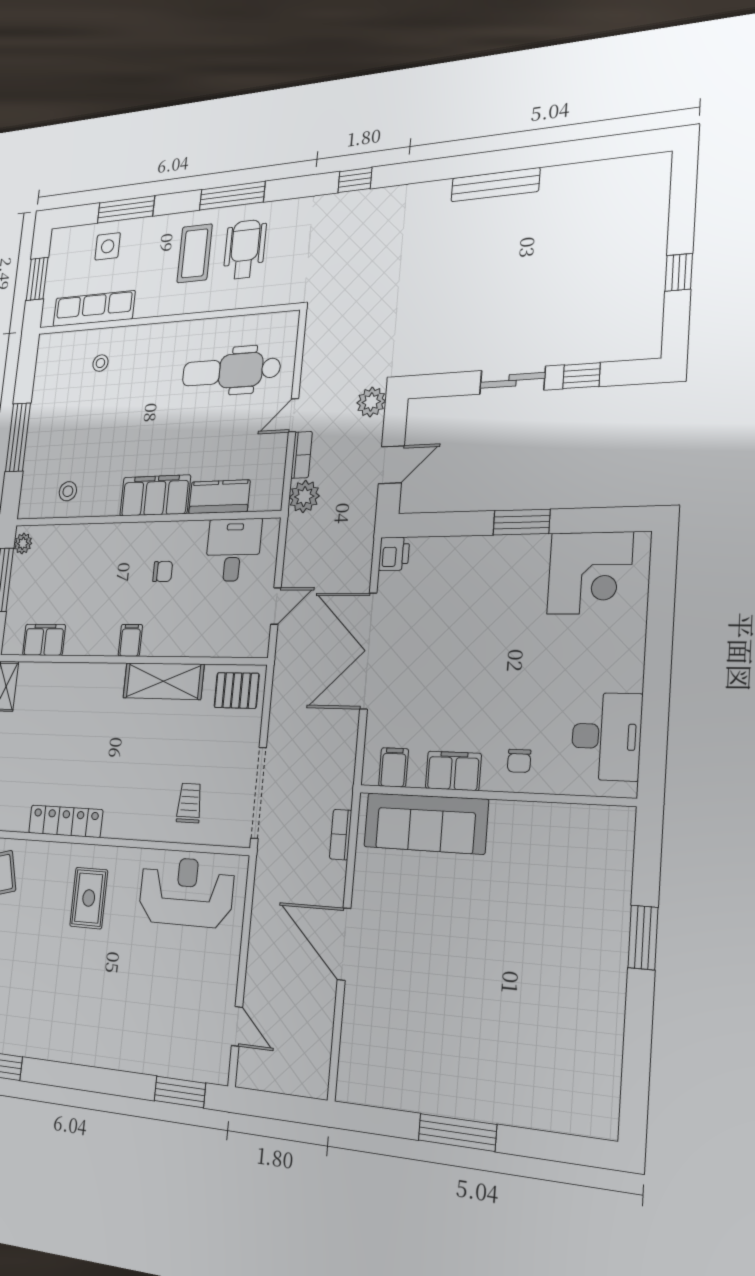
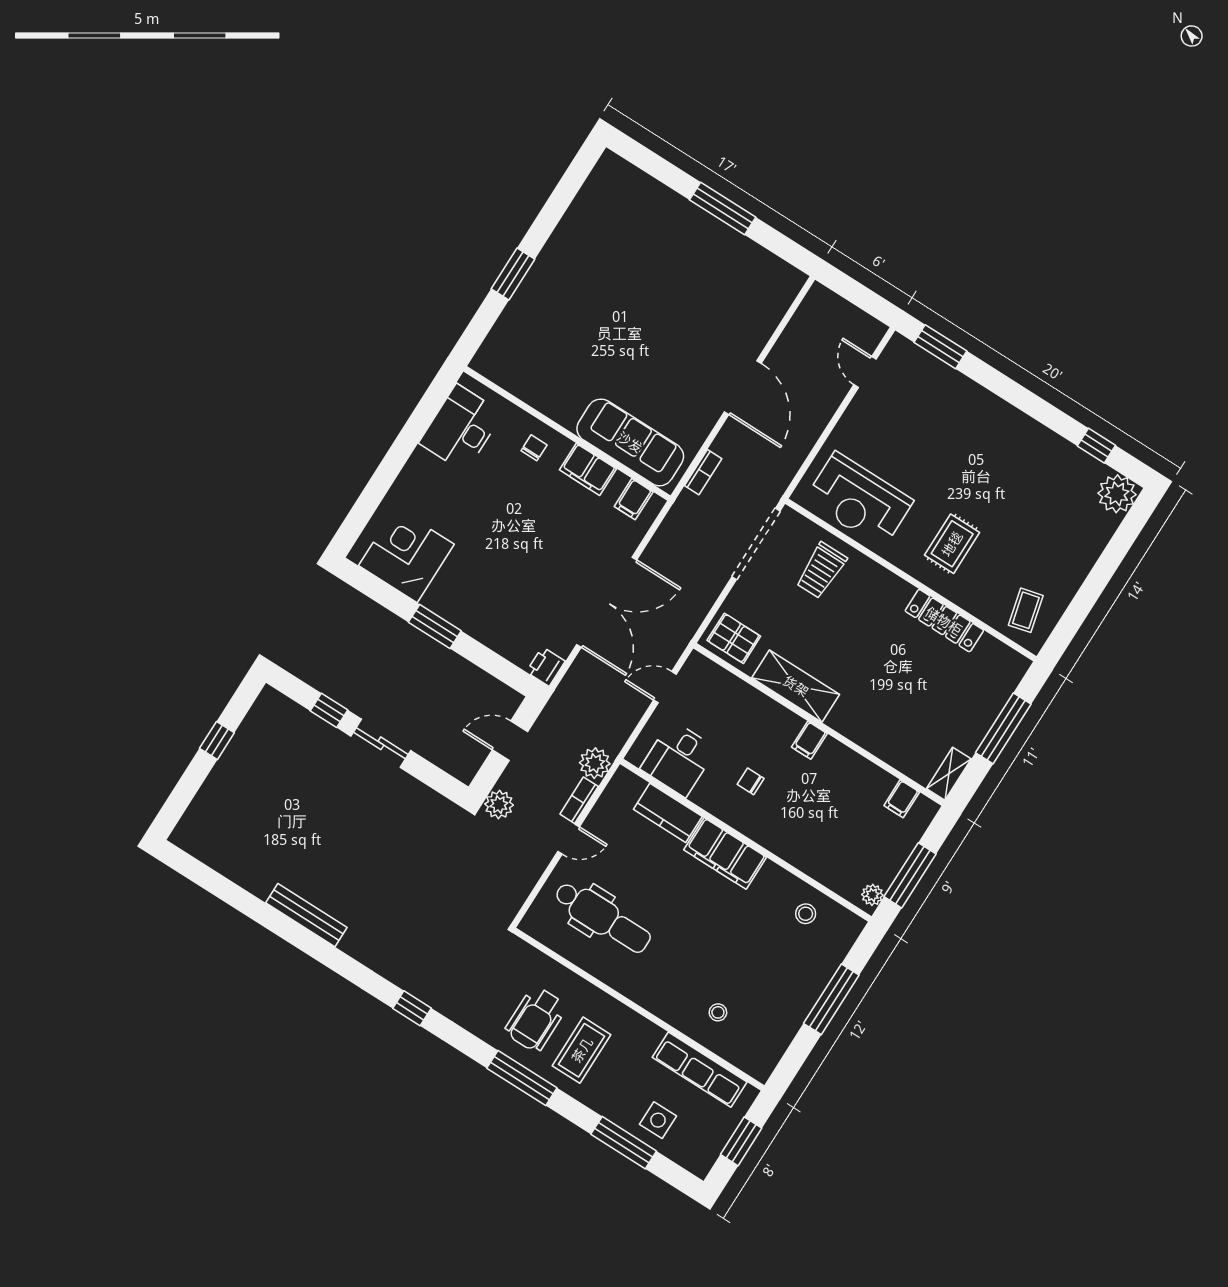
filing cabinet: (44, 640) -> (902, 799), width x0.50
trolley: (189, 803) -> (821, 570), width x1.36, depth x1.39

